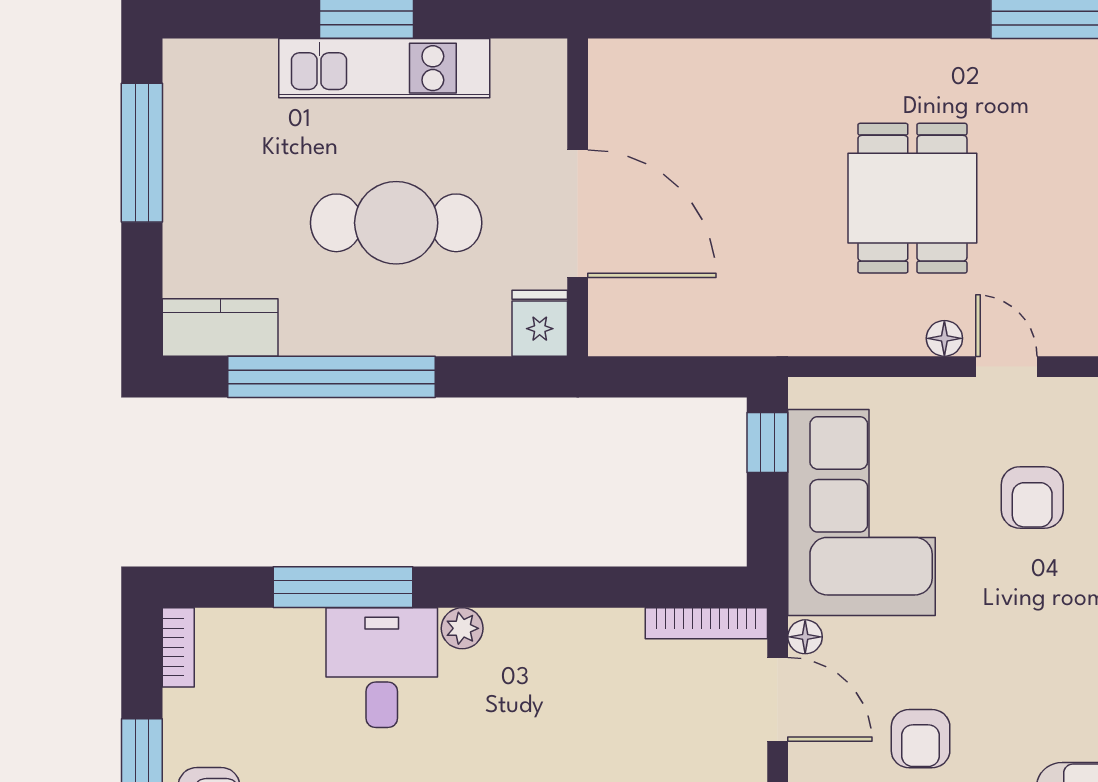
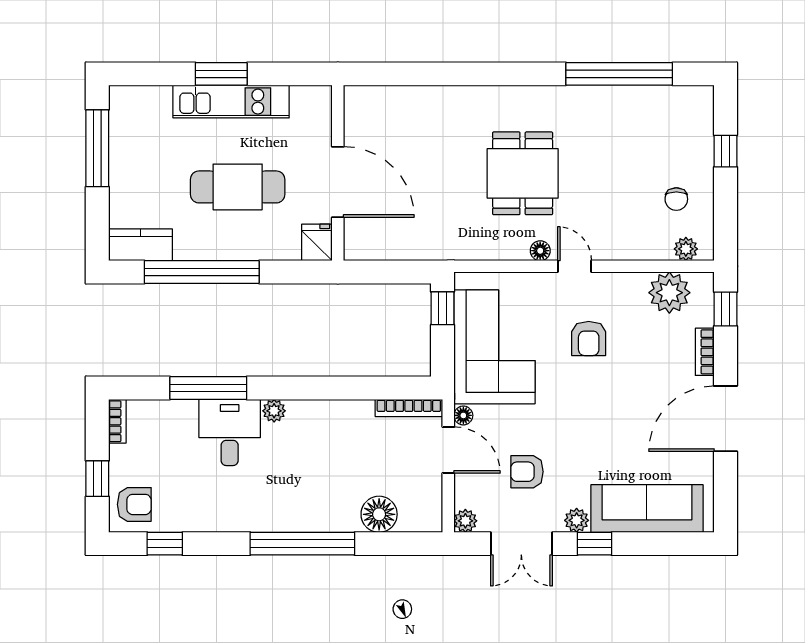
armchair: (921, 739) -> (527, 472), turned 90

